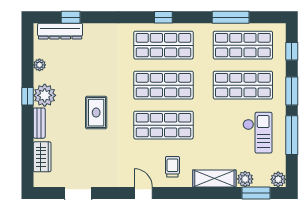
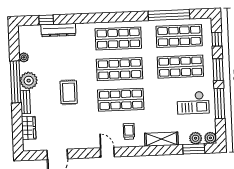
window: (163, 17) -> (117, 17), removed
window: (231, 17) -> (169, 15), width x1.46
dresser: (60, 31) -> (58, 30), moved
window: (27, 96) -> (16, 82), width x3.17
checkout: (257, 133) -> (193, 103), turned 90
plant: (245, 179) -> (196, 138), moved

